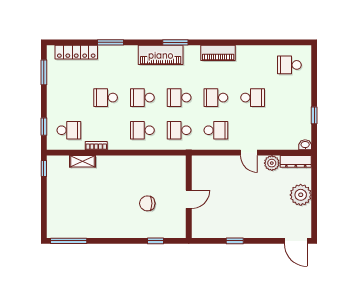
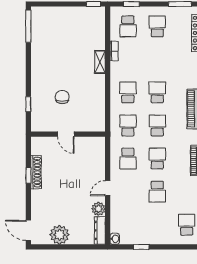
school desk: (106, 98) -> (157, 26), moved
shelving: (83, 161) -> (100, 62), moved
plant: (301, 195) -> (60, 235), moved
shoe rack: (231, 232) -> (36, 172), added
door: (296, 241) -> (28, 230), hinge flipped

